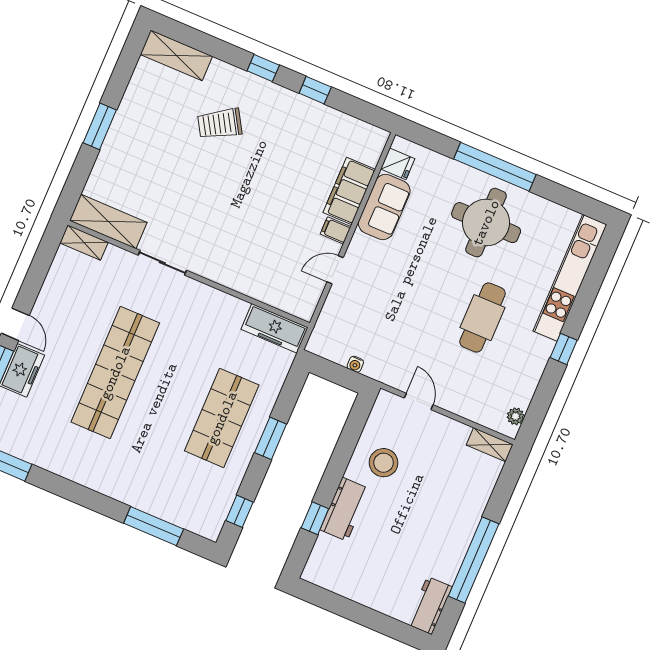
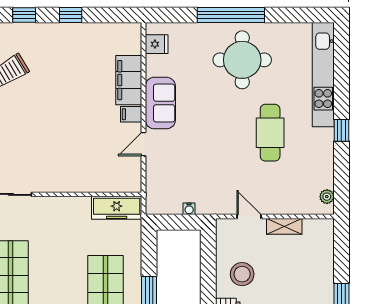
sofa: (384, 207) -> (160, 103), moved
shelving: (490, 445) -> (284, 226), moved

